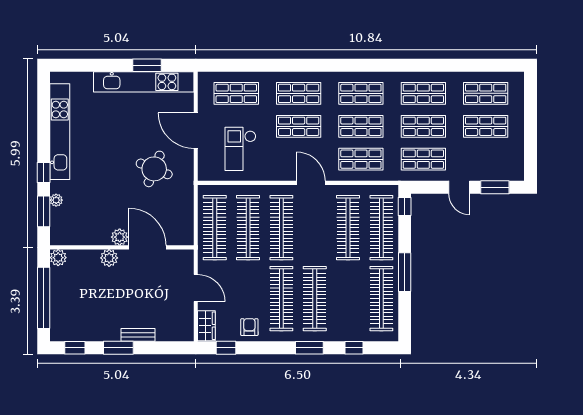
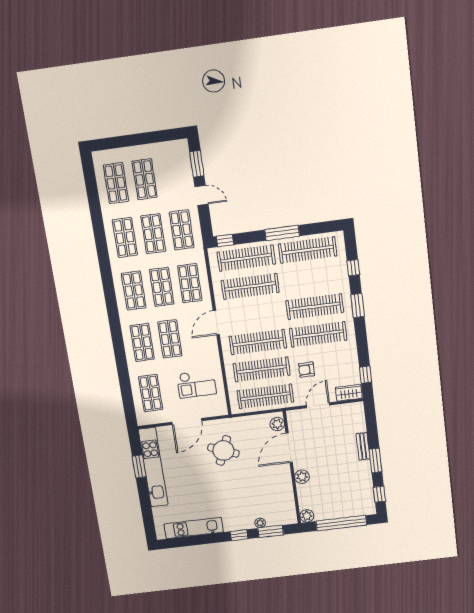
kitchen unit: (60, 132) -> (194, 528), width x0.73
door: (459, 187) -> (201, 195), hinge flipped
plant: (120, 237) -> (277, 424), moved
armchair: (249, 327) -> (306, 370), moved

